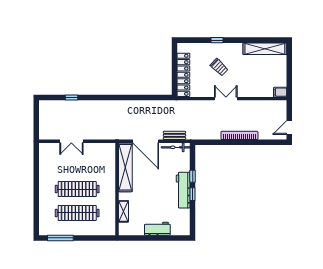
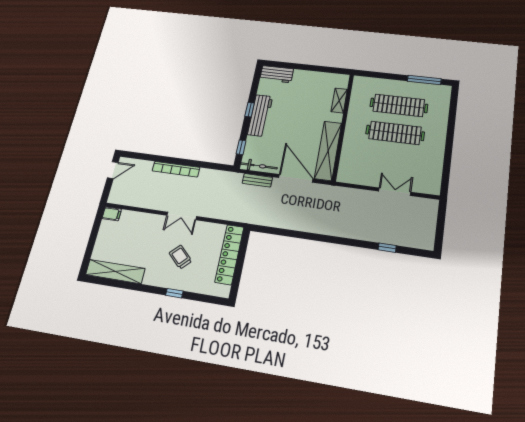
window: (193, 176) -> (241, 147), moved
workbench: (157, 229) -> (277, 74), moved

